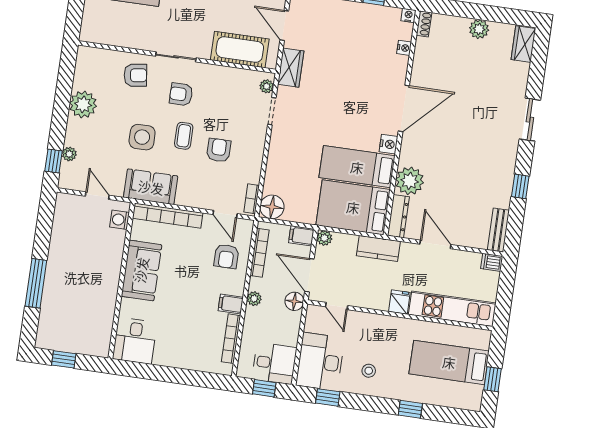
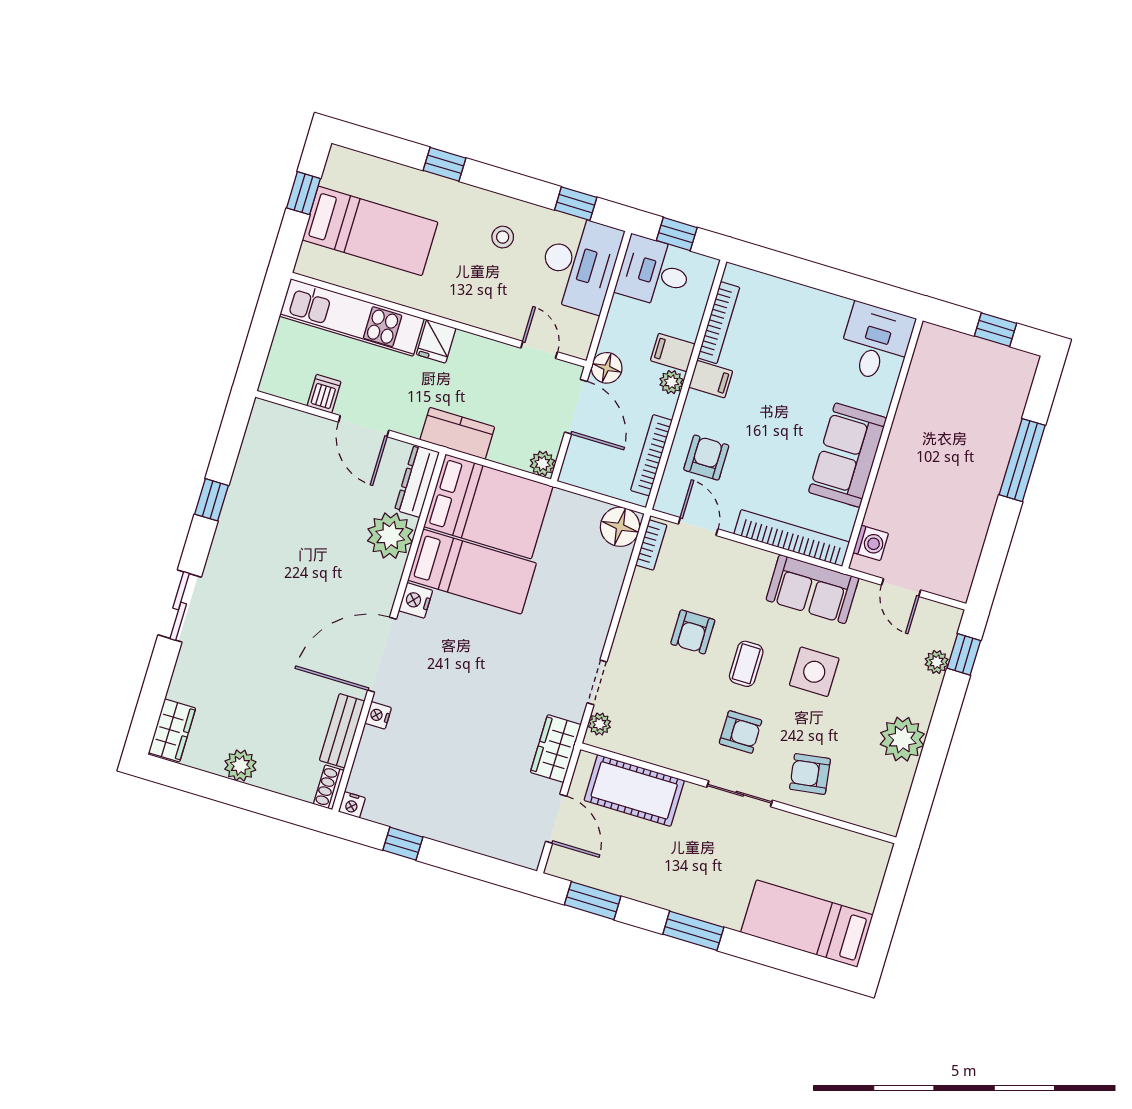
nightstand: (404, 48) -> (378, 715), moved
bench: (498, 230) -> (342, 731), moved
filing cabinet: (301, 236) -> (673, 352), moved, turned 180
dishwasher: (492, 262) -> (324, 394), moved, turned -90

